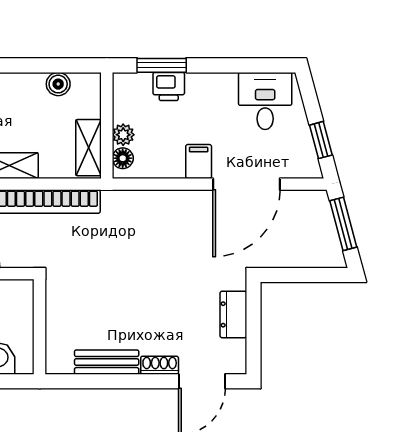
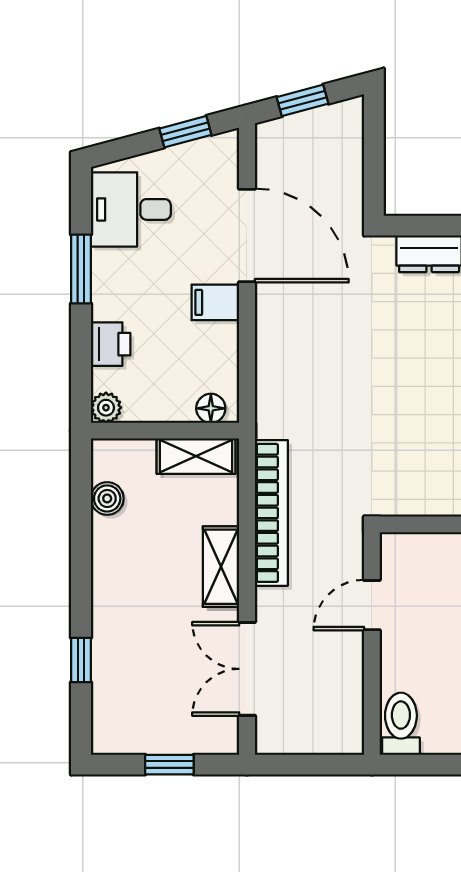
window: (162, 65) -> (81, 269), moved
plant: (123, 135) -> (106, 408), moved
window: (343, 224) -> (303, 100), width x0.67

